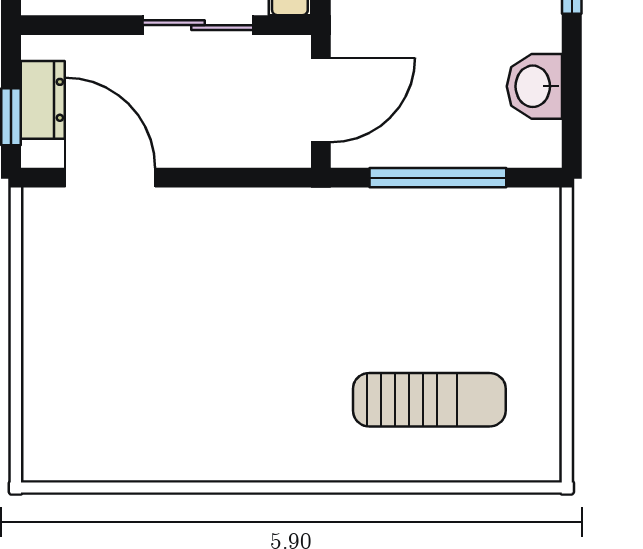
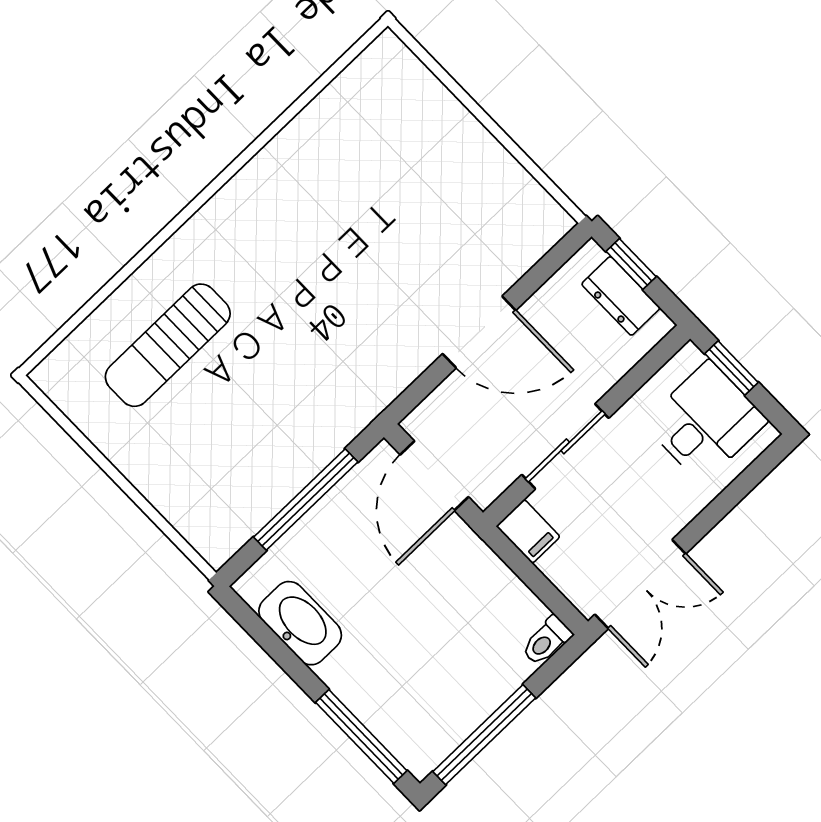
washbasin: (534, 86) -> (300, 623), width x1.38
door: (110, 178) -> (479, 332), moved

